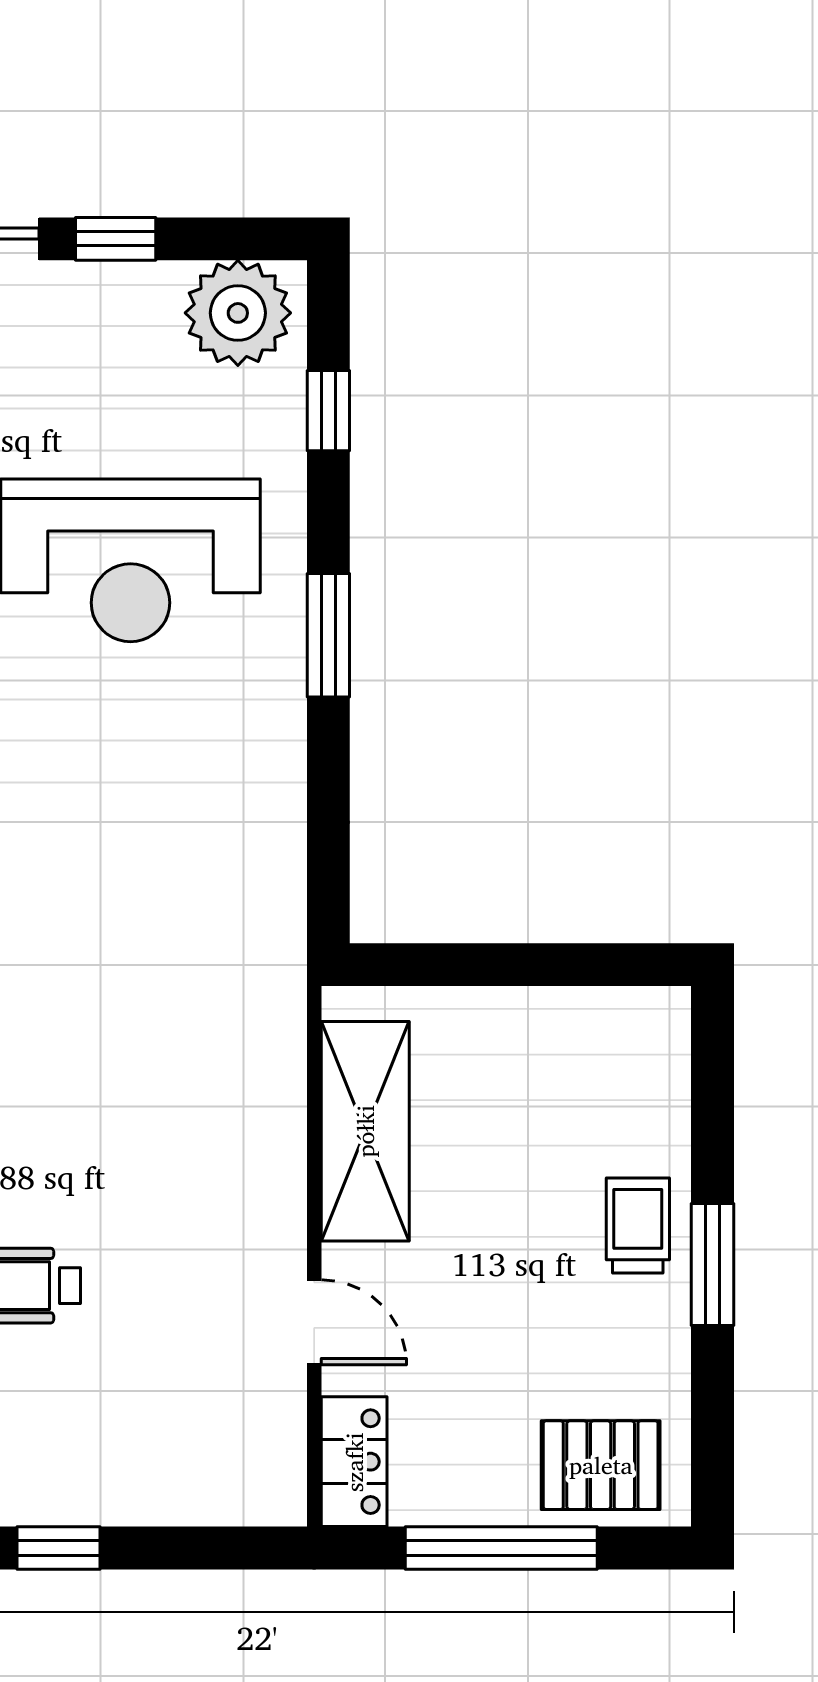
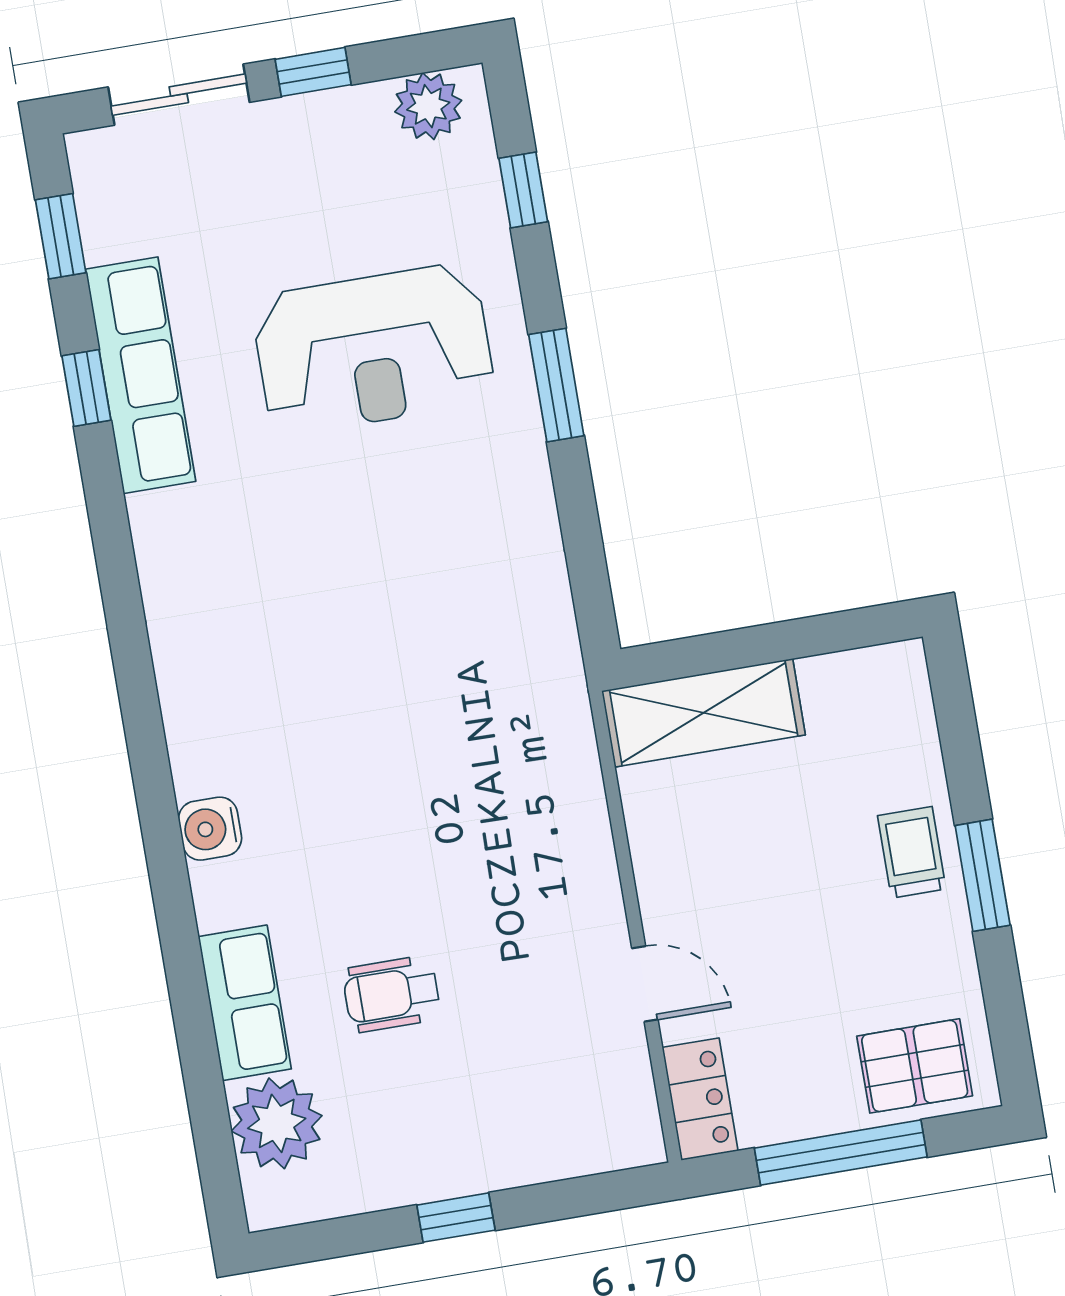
plant: (238, 313) -> (428, 106), width x0.73, depth x0.73
shelving: (365, 1131) -> (704, 713), moved, turned 90

